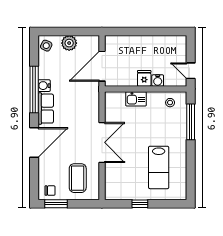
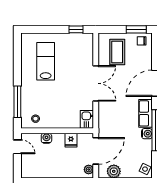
plant: (69, 43) -> (114, 171), moved
plant: (110, 45) -> (89, 170), added
fridge: (144, 78) -> (71, 140), moved
kitchen sink: (136, 99) -> (87, 119), moved, turned -90
double door: (102, 142) -> (96, 83), swing flipped
window: (140, 204) -> (76, 29), moved

